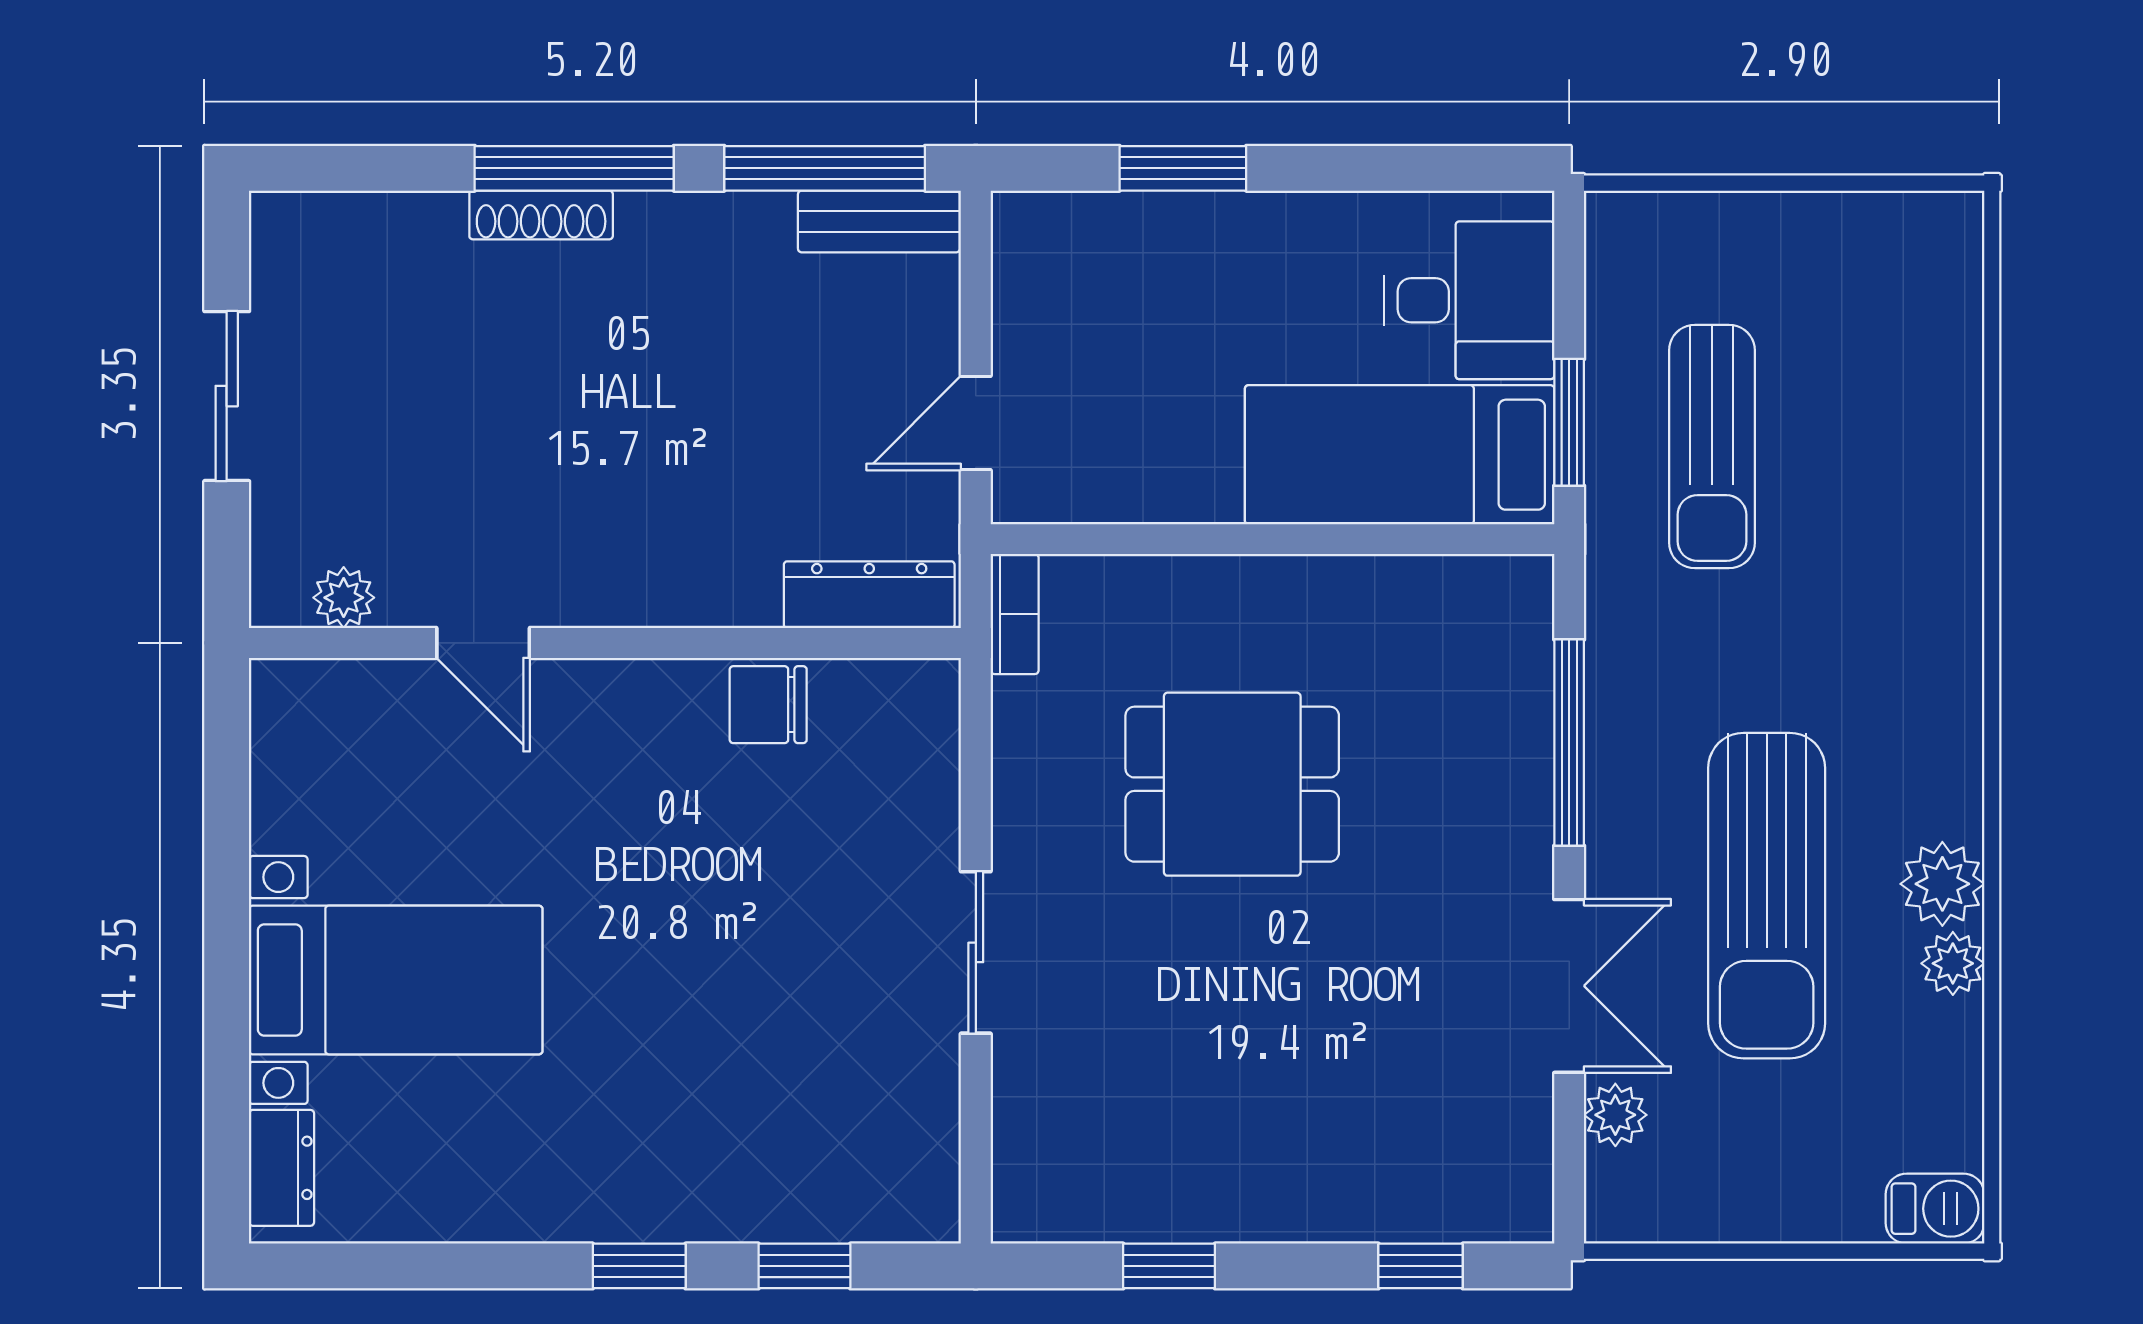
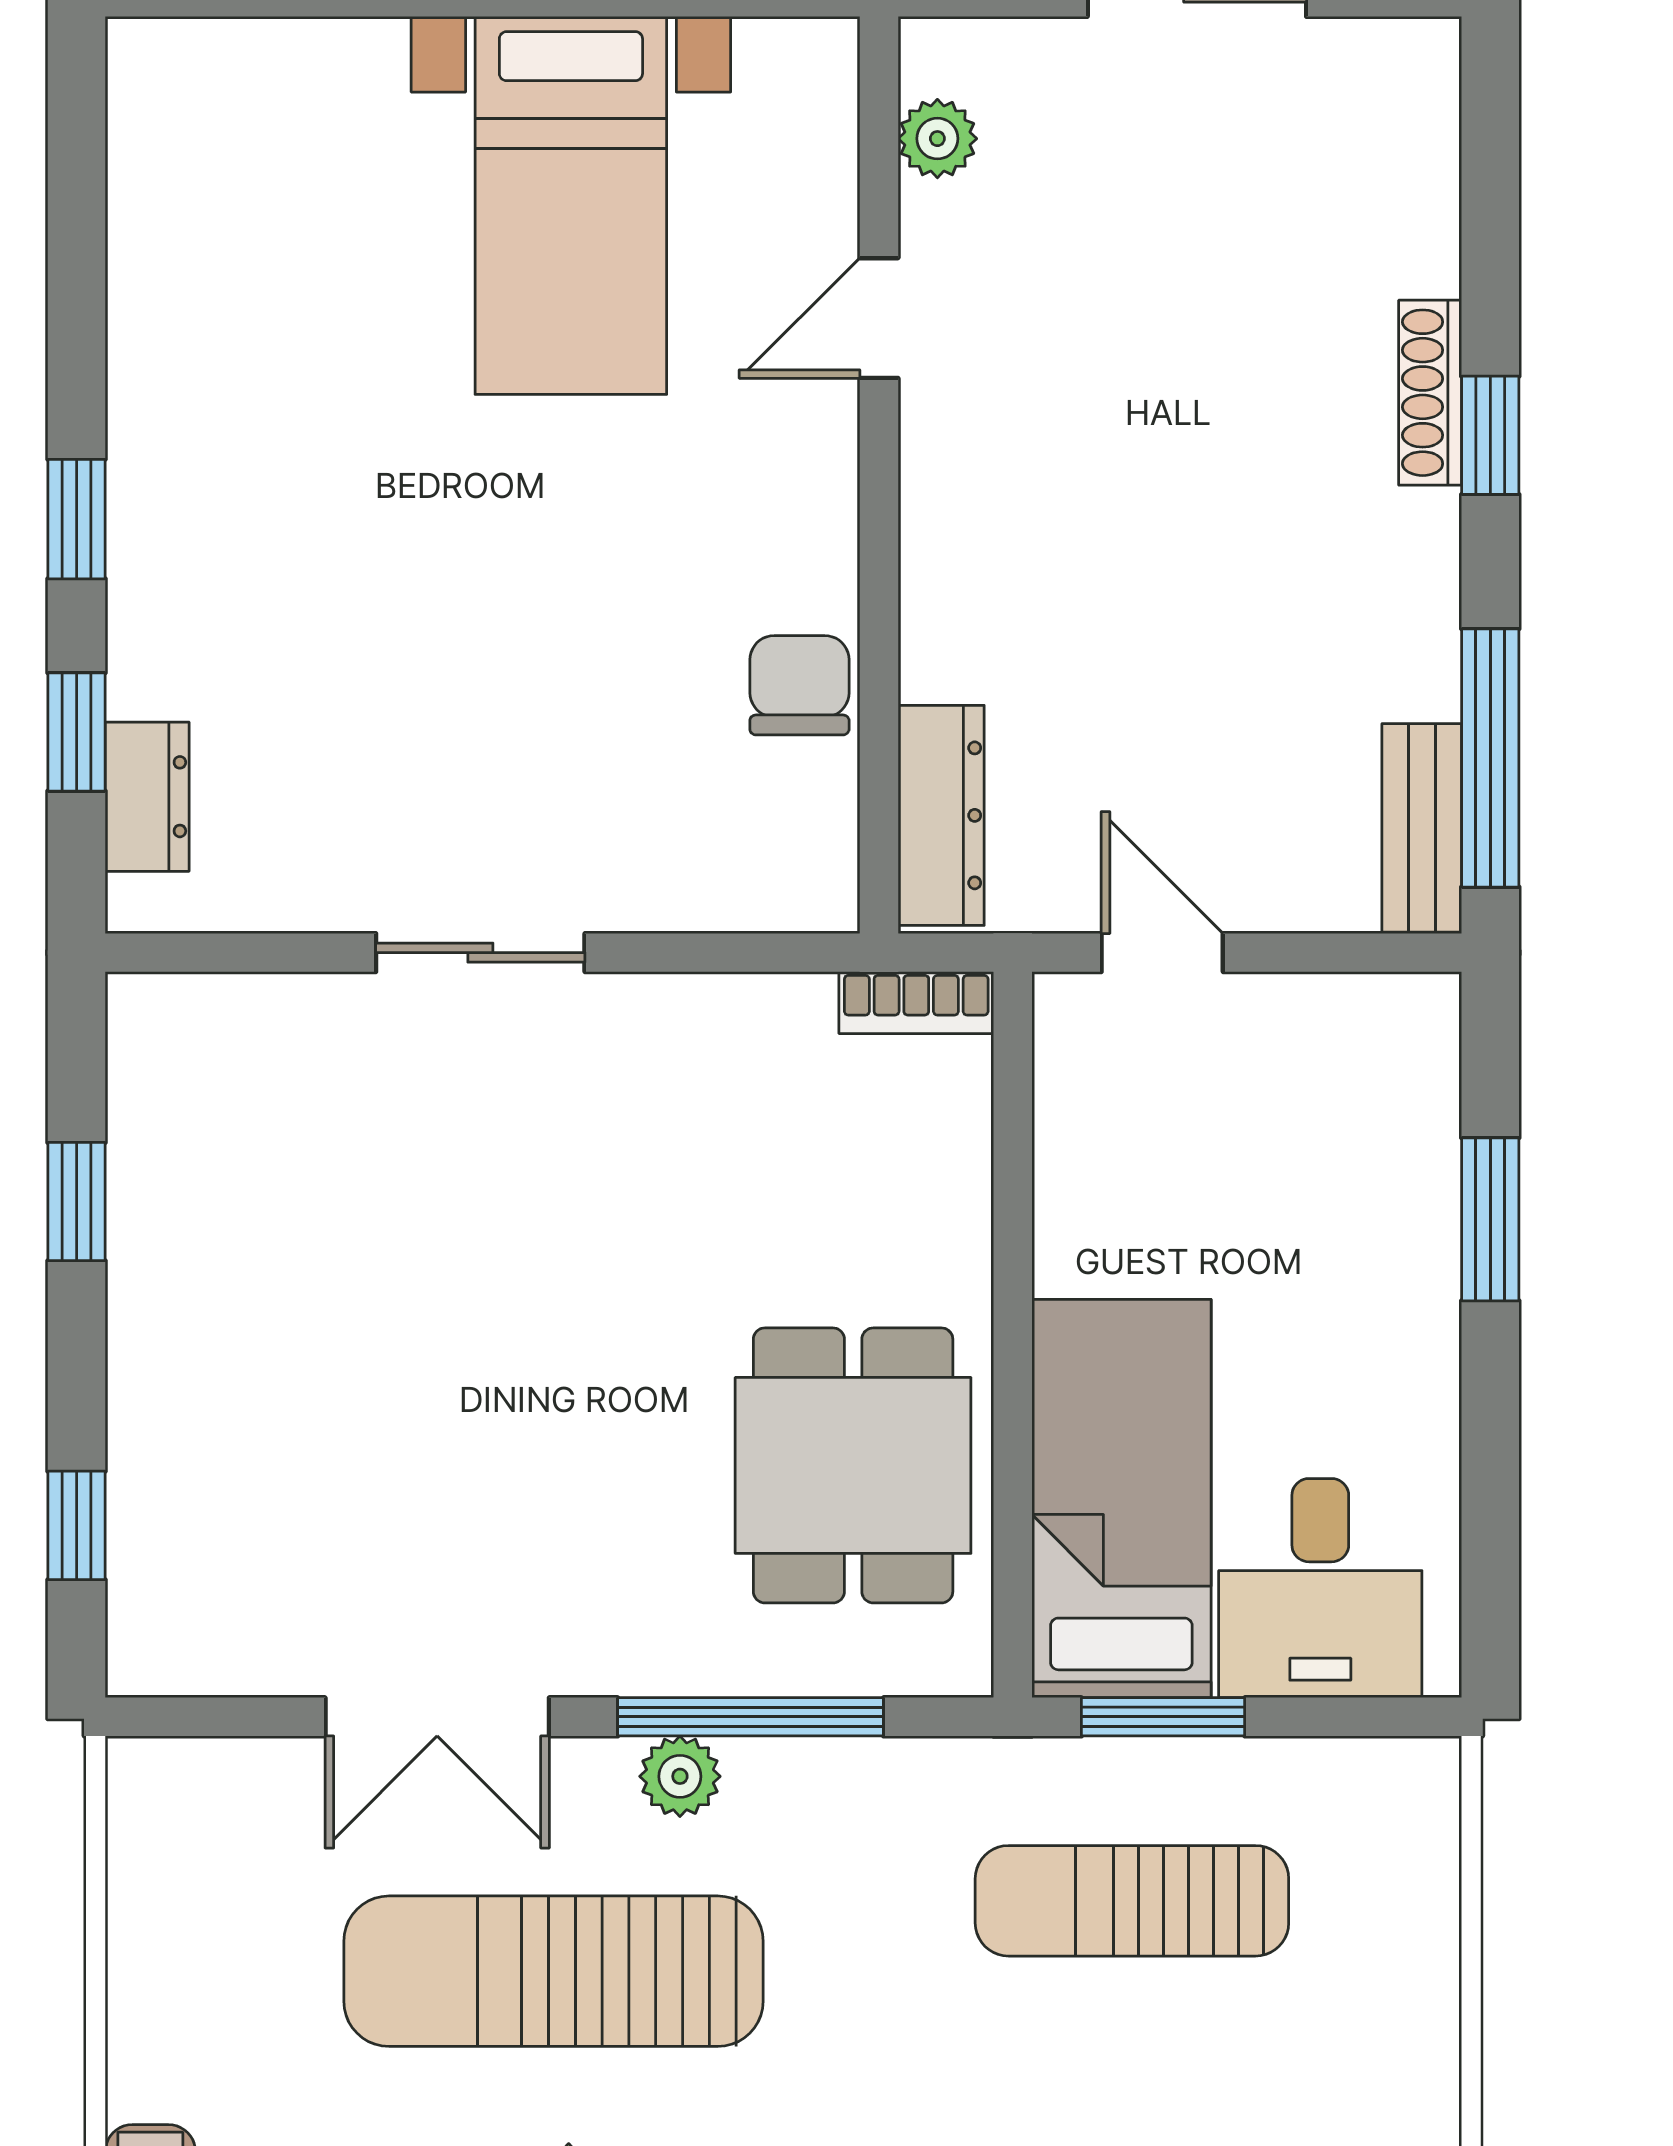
window: (574, 168) -> (1490, 435), width x0.46
dining table: (1232, 784) -> (853, 1465), moved
bed with nightstands: (396, 980) -> (571, 205), moved
plant: (1615, 1115) -> (680, 1776), moved
dresser: (282, 1168) -> (147, 797), moved, turned -90

